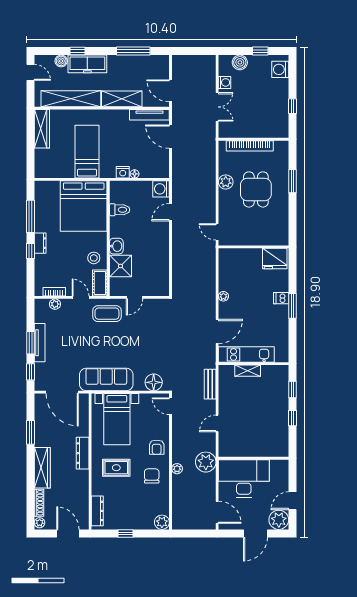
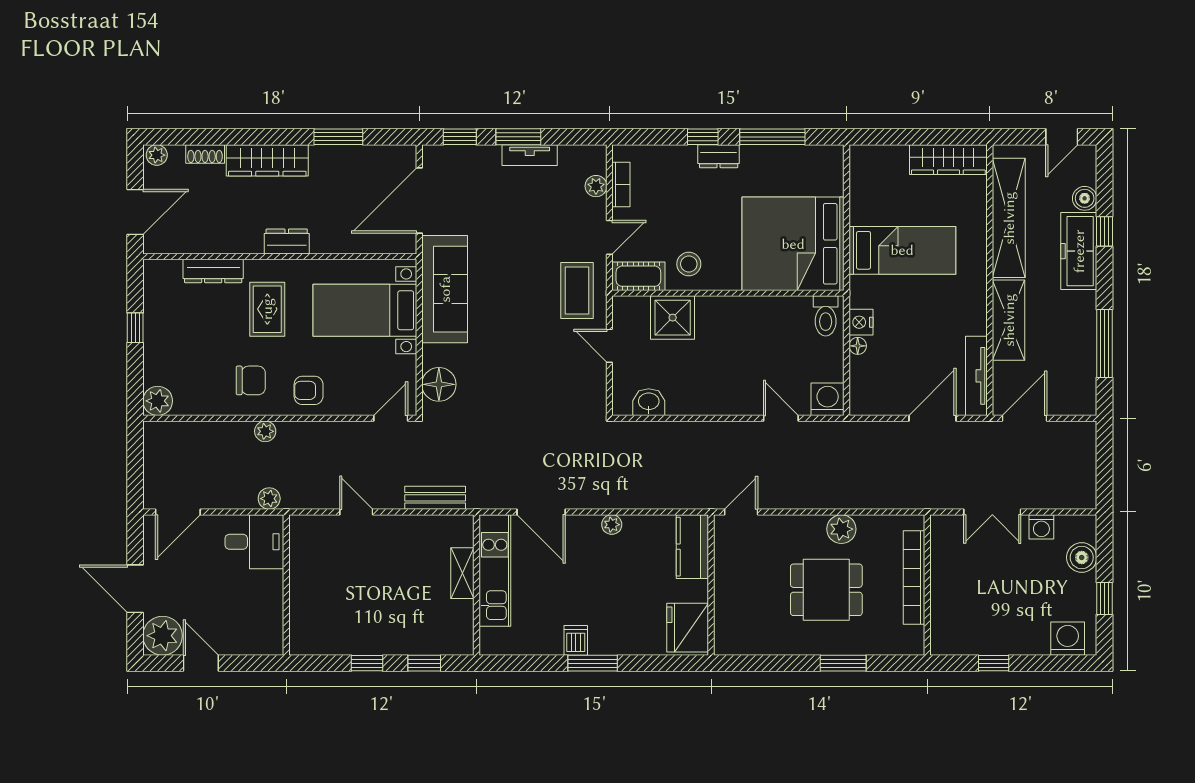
toilet: (120, 210) -> (826, 316), moved
washbasin: (116, 246) -> (649, 402), moved, turned 180
kitchen counter: (234, 256) -> (692, 547), added
dishwasher: (281, 298) -> (576, 640), moved
tv unit: (40, 343) -> (530, 155), width x0.71
dresser: (83, 453) -> (287, 241), width x0.70
plant: (206, 462) -> (269, 499), width x0.53, depth x0.53
desk: (244, 478) -> (254, 542), width x0.53, depth x0.77
shoe rack: (39, 503) -> (205, 154), width x0.70
dresser: (97, 511) -> (213, 271), moved

